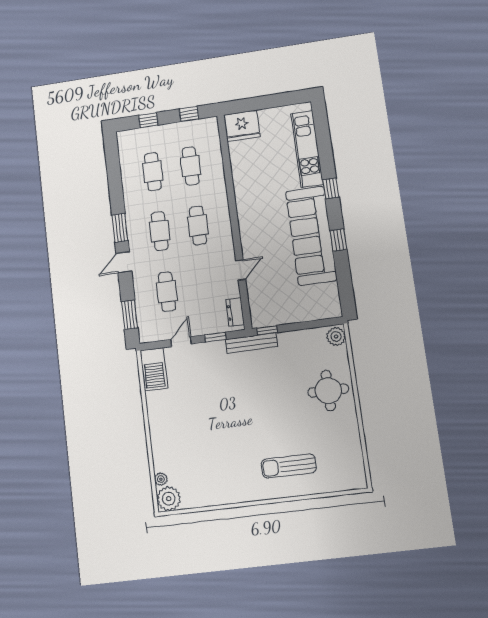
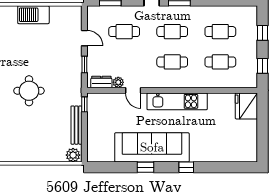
kitchen unit: (307, 149) -> (177, 101), moved, turned 180
plant: (233, 290) -> (118, 82), added
bench: (251, 343) -> (76, 125), moved
barbecue: (154, 369) -> (33, 15), moved
round table: (328, 391) -> (29, 91), moved

